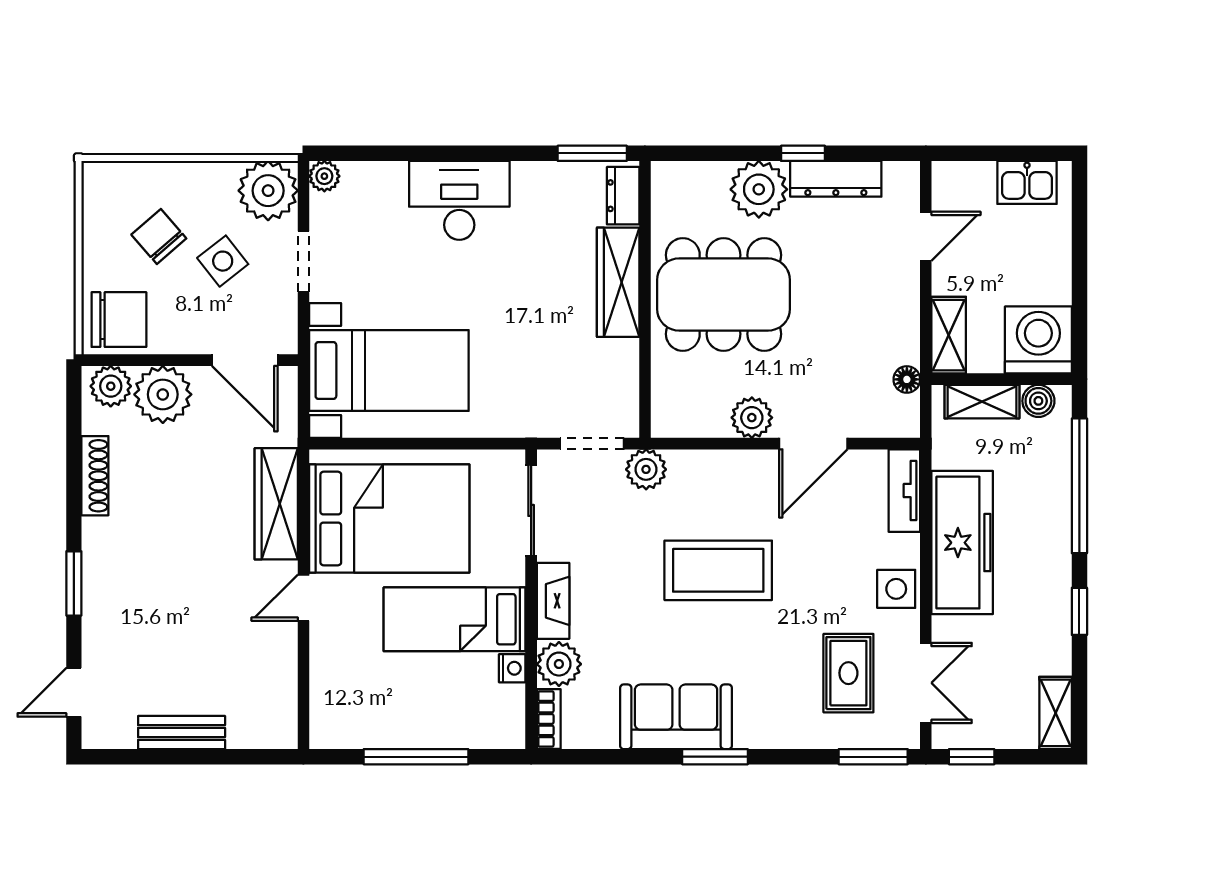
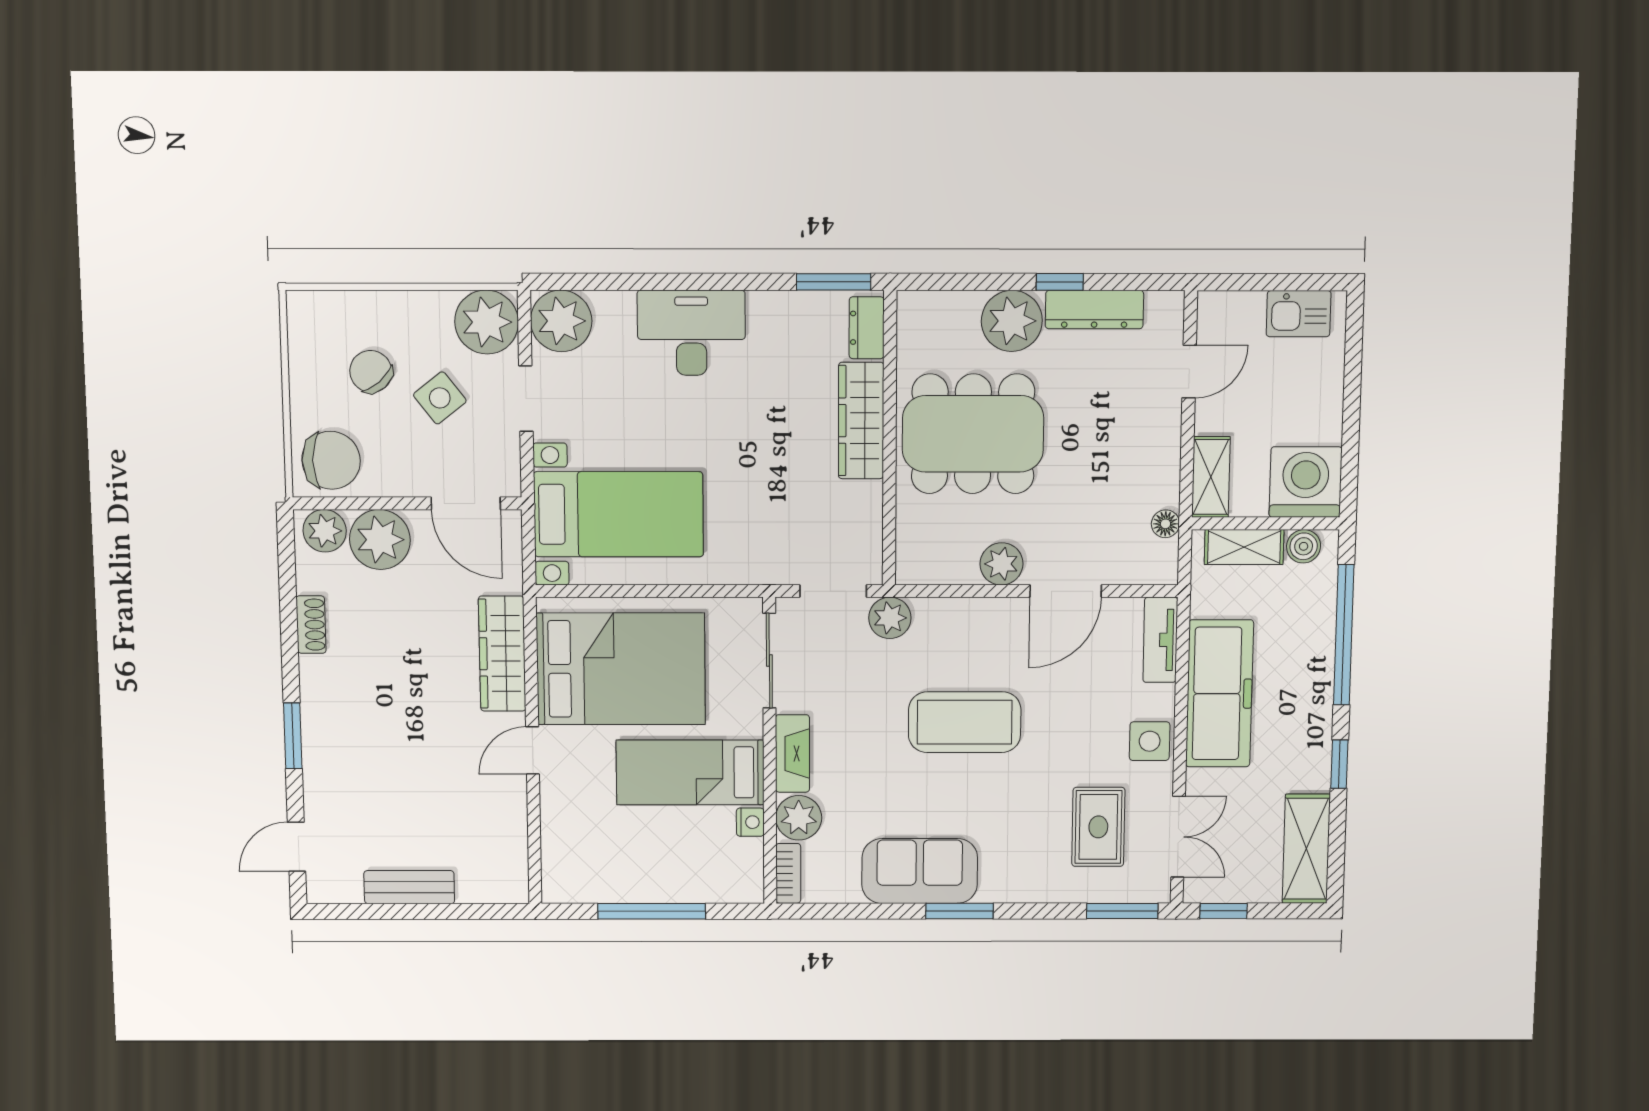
plant: (324, 176) -> (561, 321), width x1.88, depth x1.88
shoe rack: (95, 476) -> (311, 625), width x0.70
shelving: (1056, 713) -> (1306, 849), width x1.50, depth x1.33

